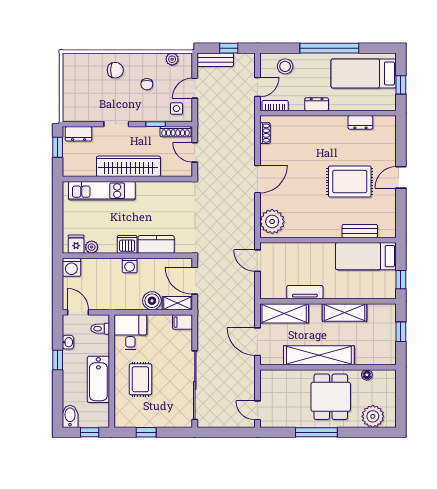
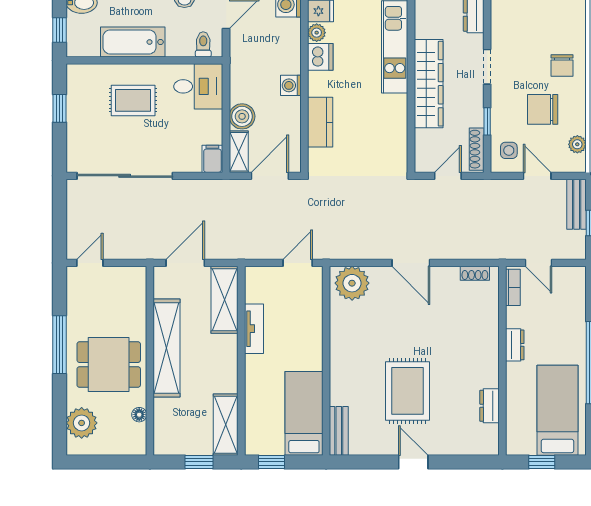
stool: (285, 66) -> (567, 301), removed
chair: (147, 84) -> (543, 109), width x1.87, depth x1.87
bench: (360, 231) -> (339, 431), moved
dishwasher: (127, 244) -> (320, 57), moved
shelving: (344, 313) -> (226, 425), moved

